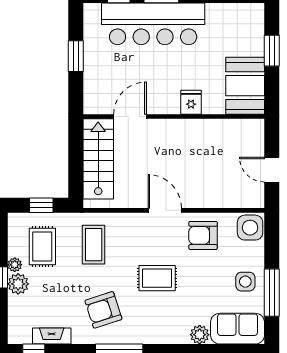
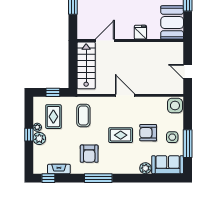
armchair: (203, 235) -> (148, 133), moved
armchair: (103, 310) -> (89, 154), turned -72

